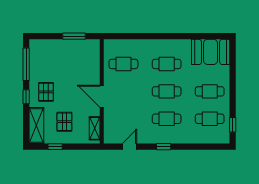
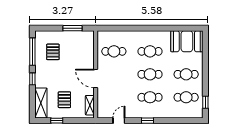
pallet: (46, 92) -> (53, 52), moved

